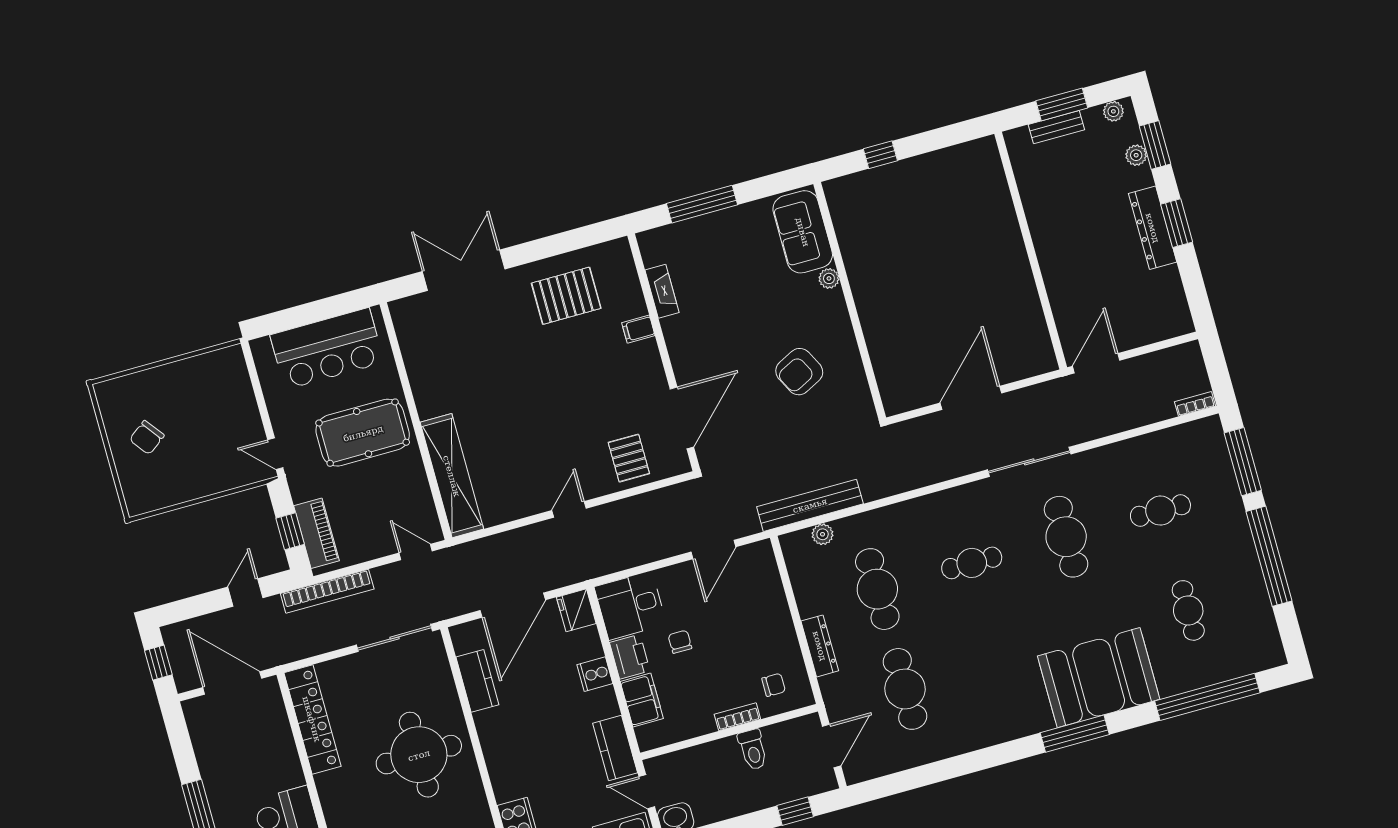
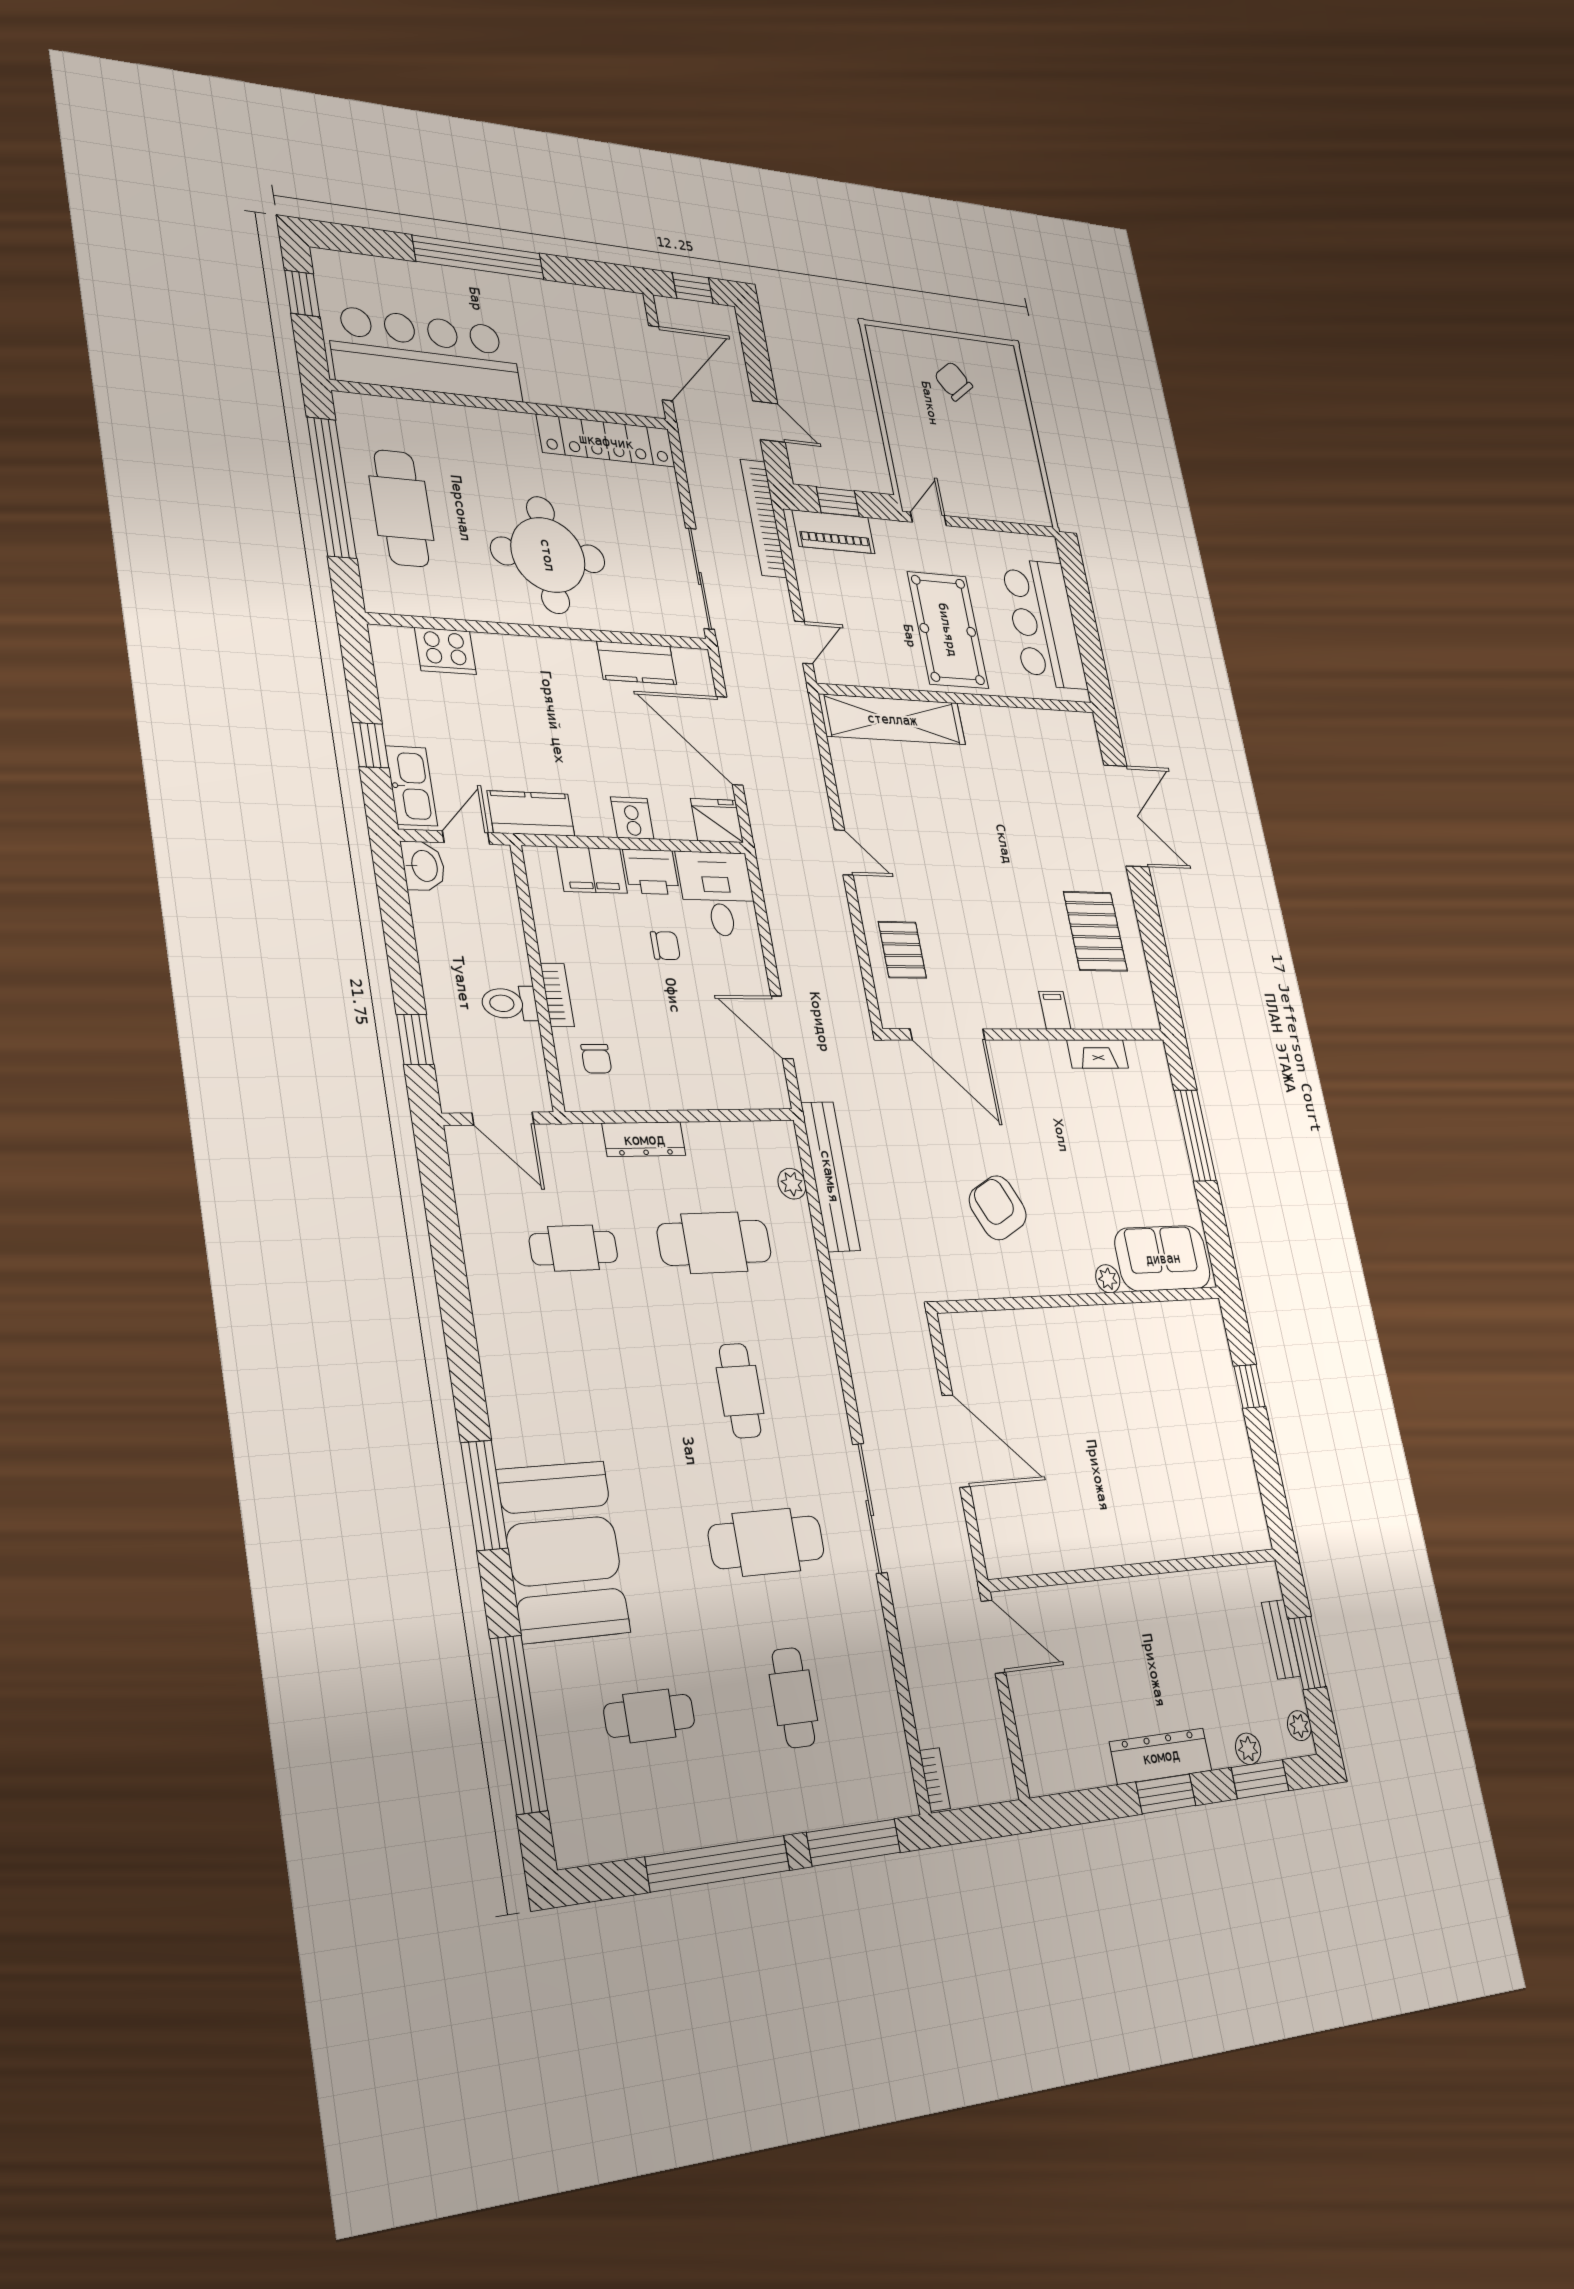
pallet: (629, 458) -> (902, 950), turned 90
cafe table: (905, 689) -> (574, 1248), width x0.73, depth x0.74

